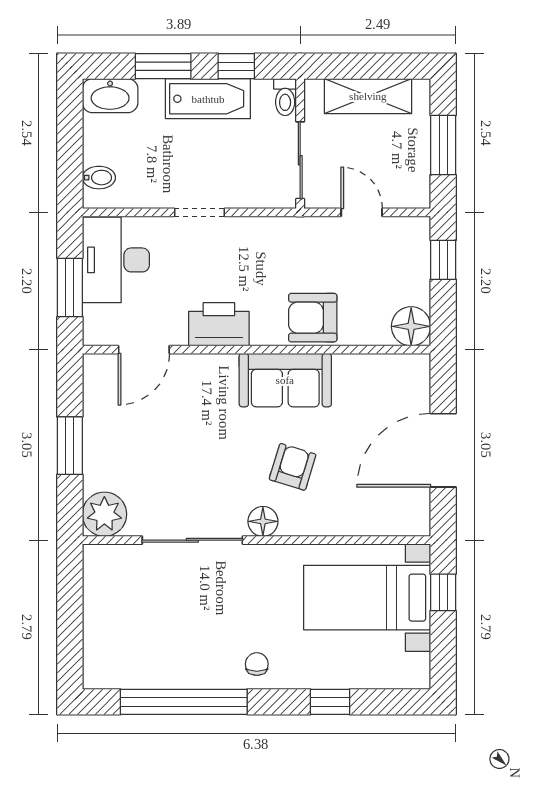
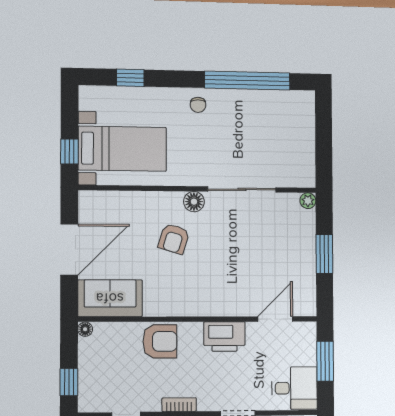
bookcase: (285, 226) -> (179, 405), added
desk: (116, 260) -> (294, 388), width x0.73
floor lamp: (411, 326) -> (85, 329), width x0.53, depth x0.53
sofa: (285, 380) -> (110, 298), moved
plant: (104, 514) -> (308, 201), width x0.53, depth x0.53
window: (330, 702) -> (130, 78), moved

